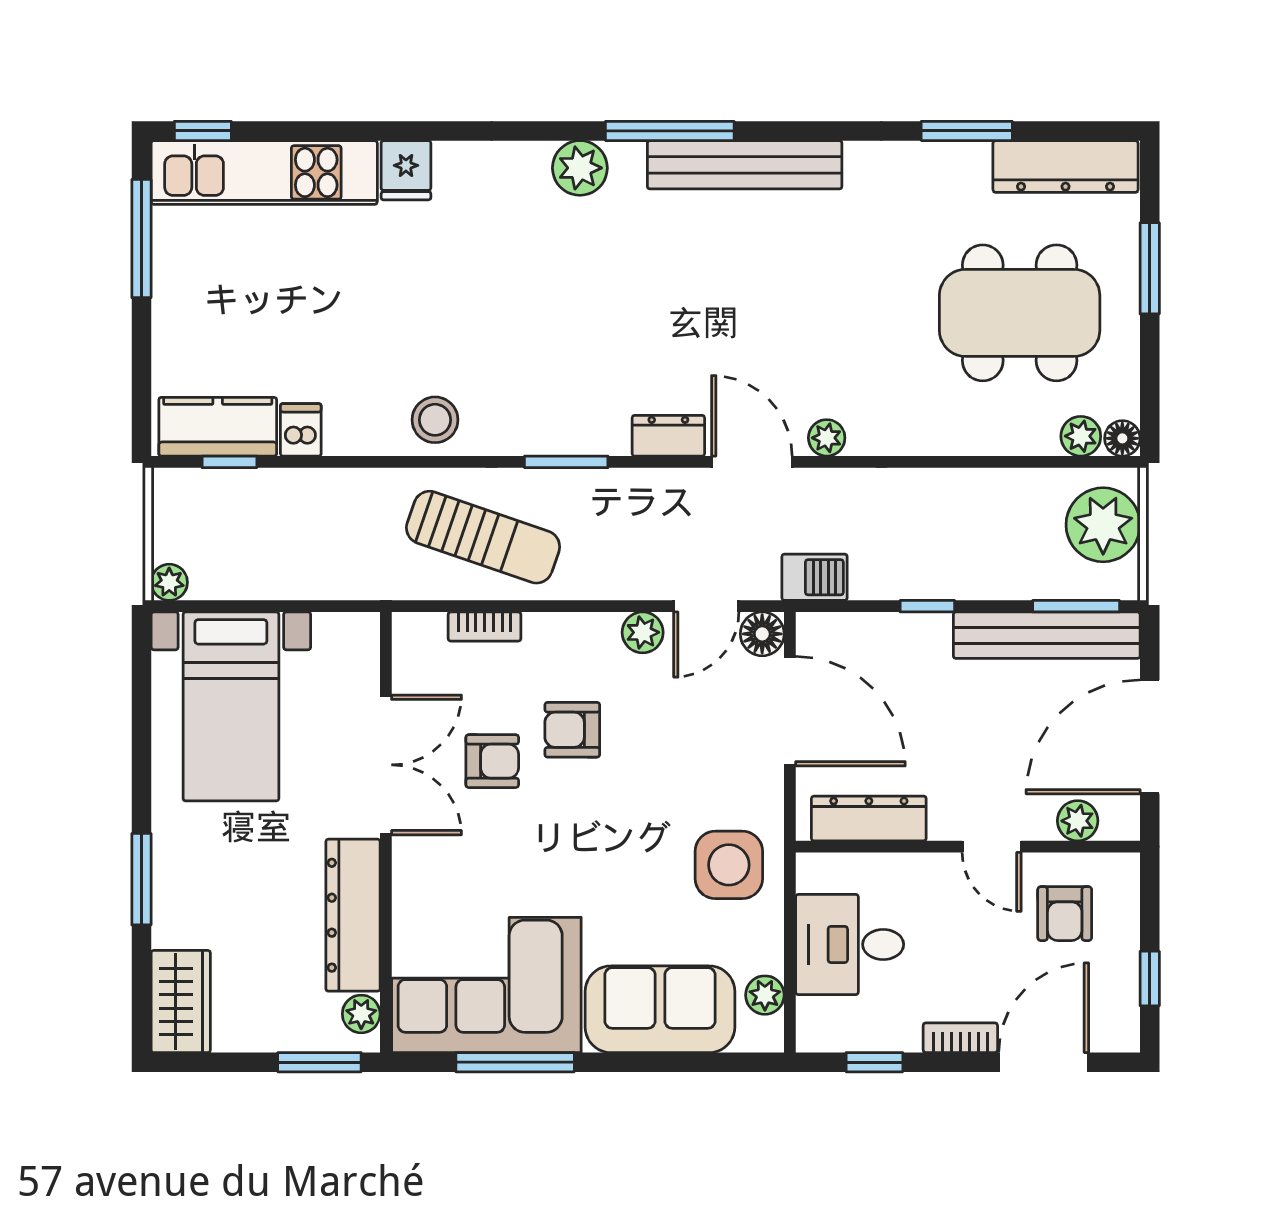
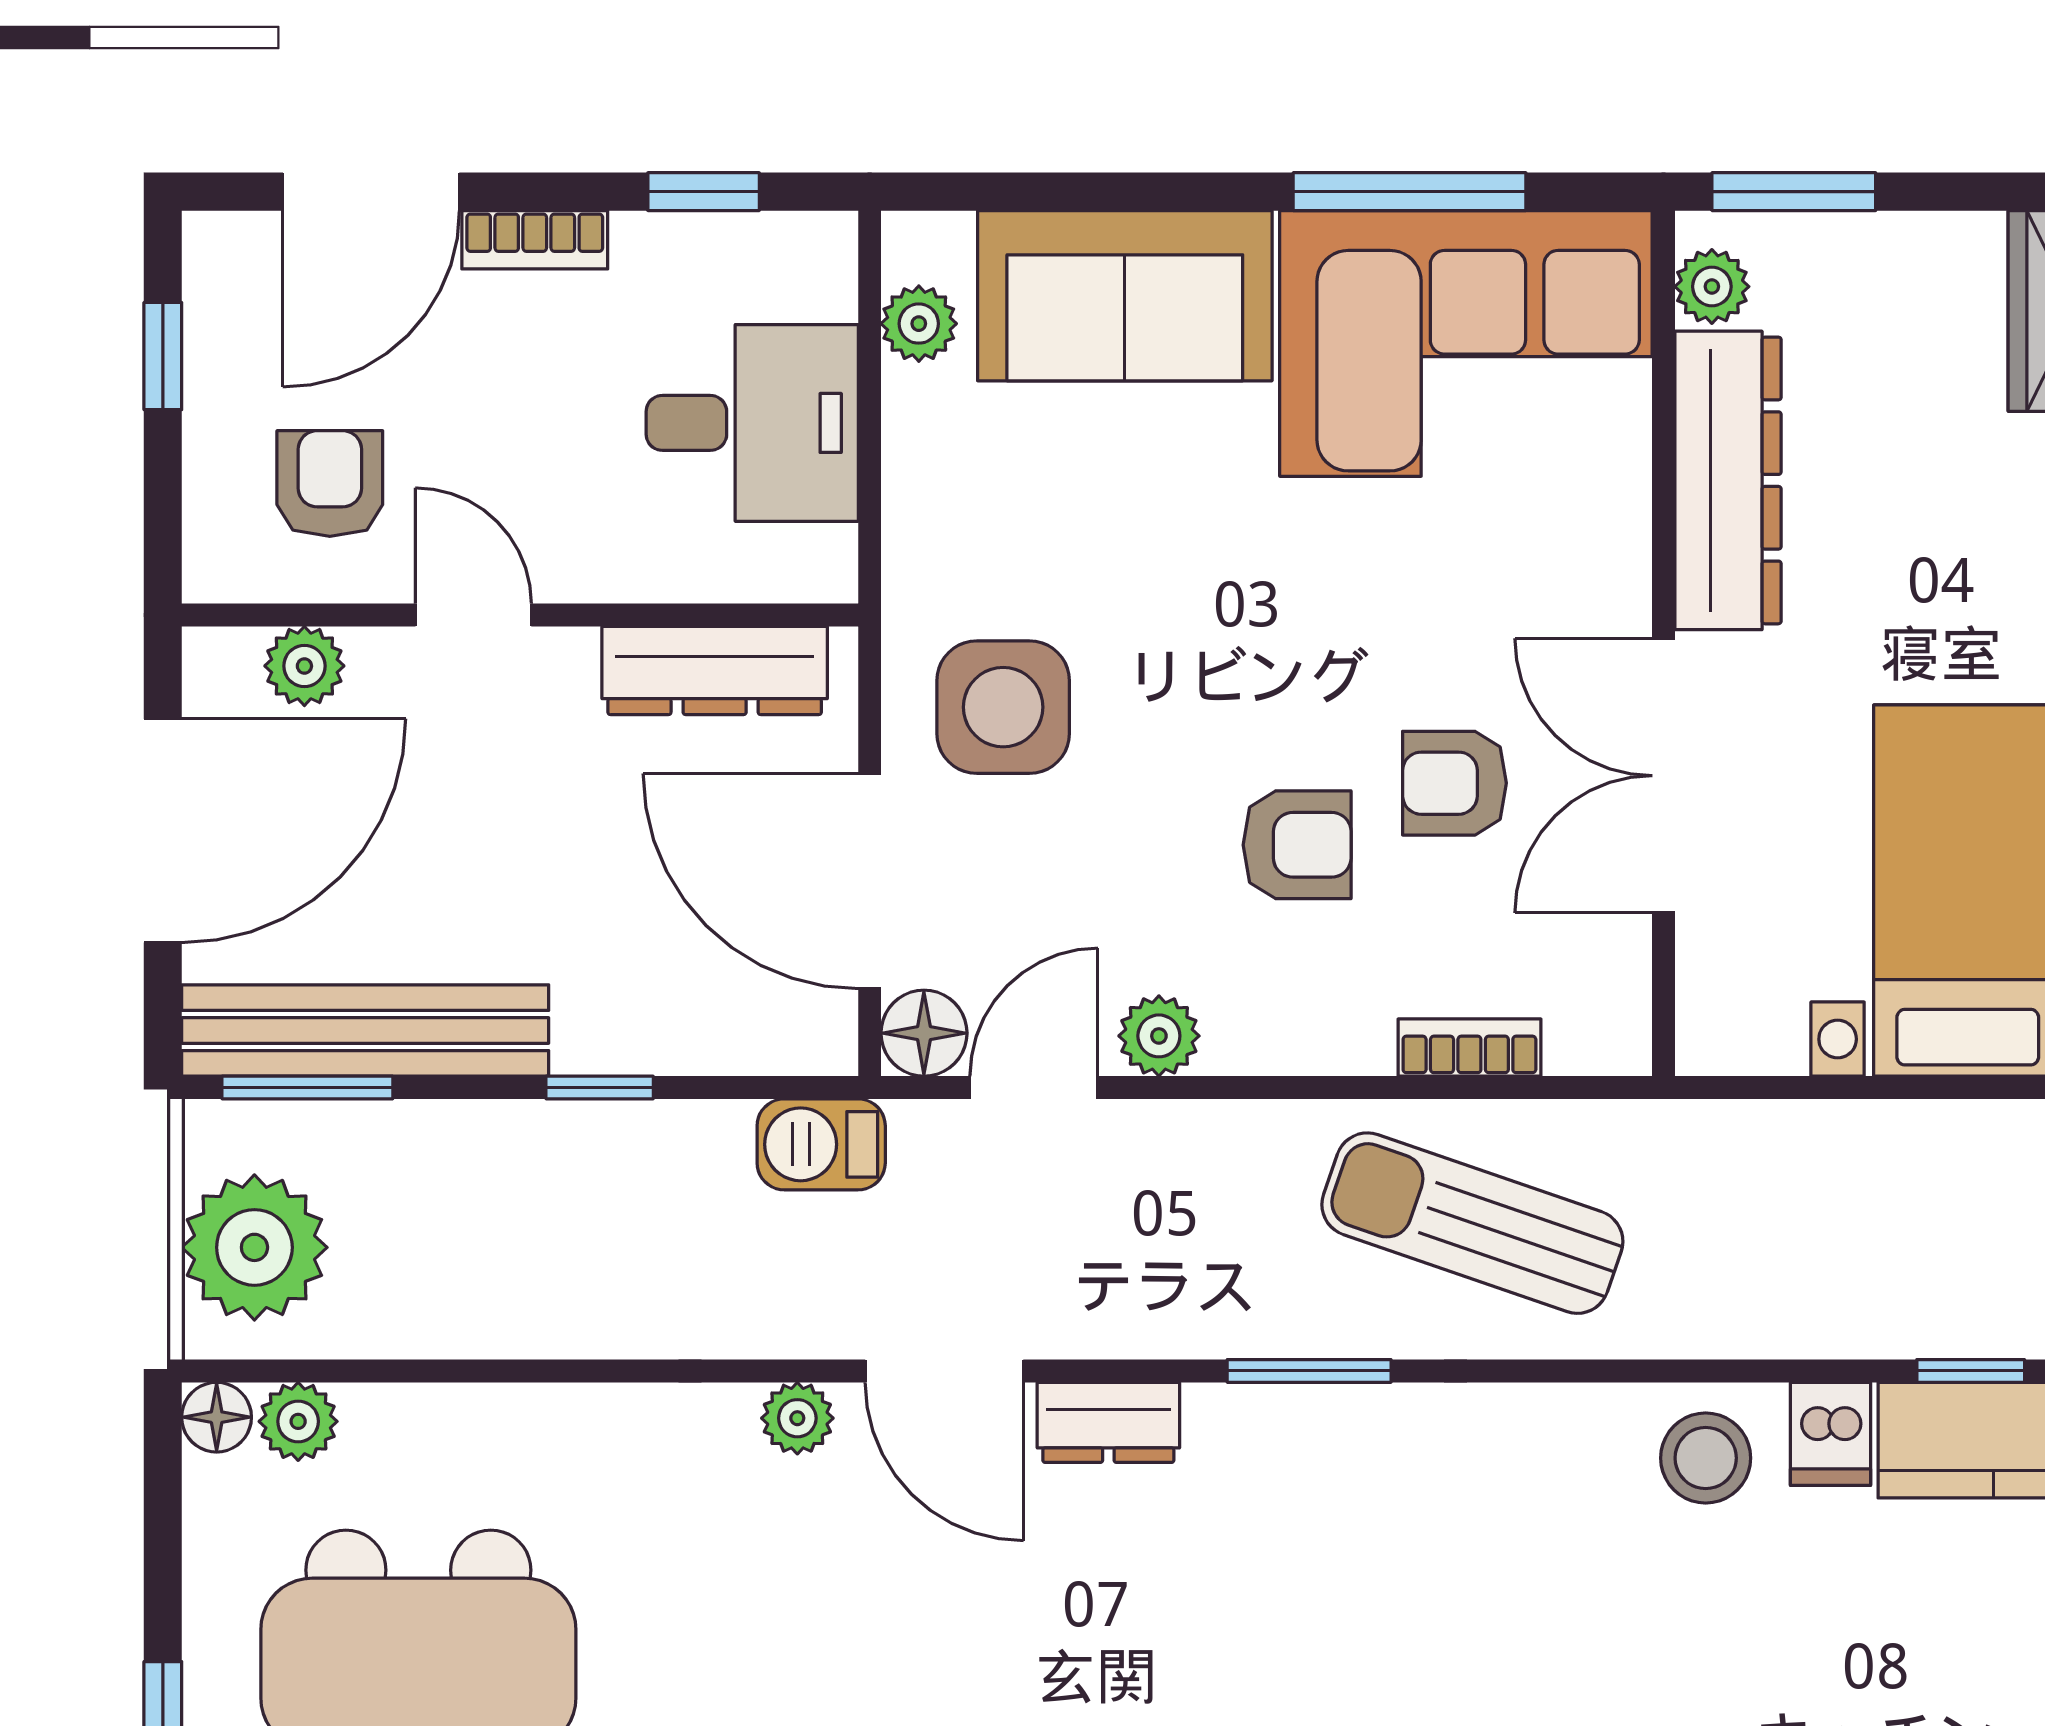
stool: (435, 420) -> (1706, 1458), moved
side table: (729, 865) -> (1003, 707), moved

